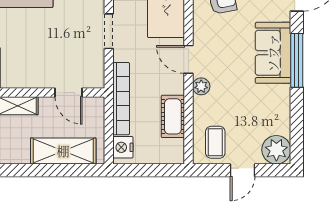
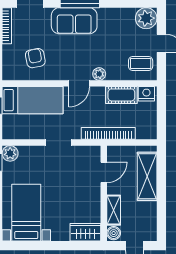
nightstand: (123, 147) -> (146, 94), moved, turned 180

